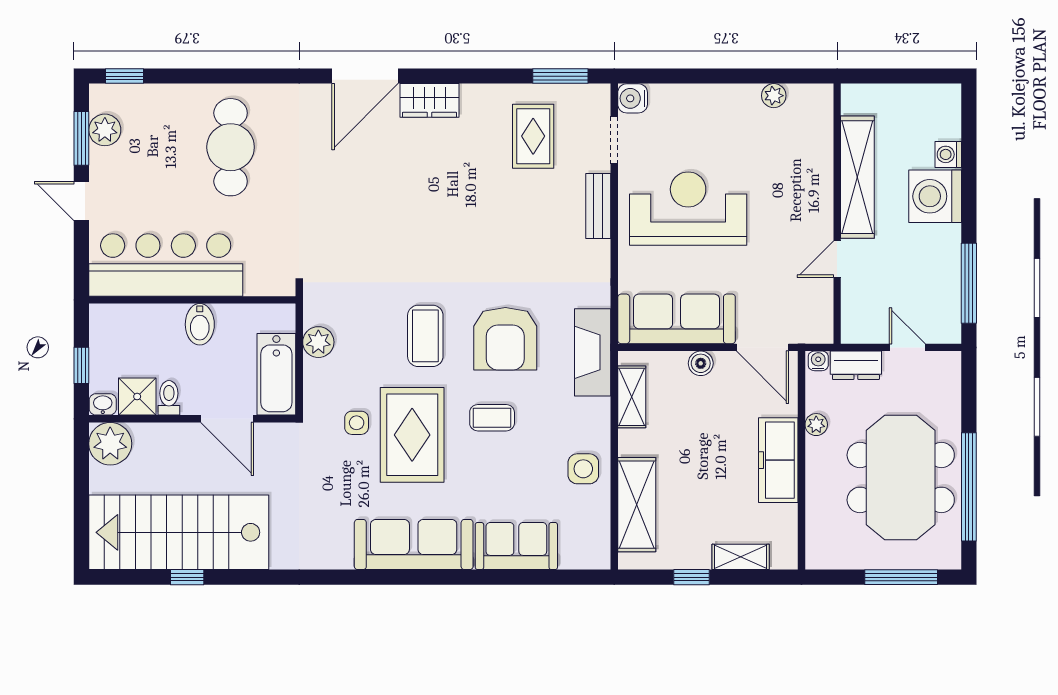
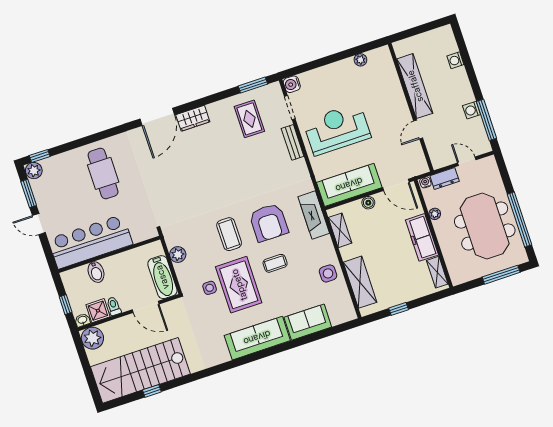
plant: (105, 130) -> (34, 171), moved
washing machine: (935, 196) -> (472, 110), moved, width x0.53, depth x0.53
bidet: (200, 324) -> (96, 272), moved
shelving: (741, 557) -> (437, 272), moved, turned 90

